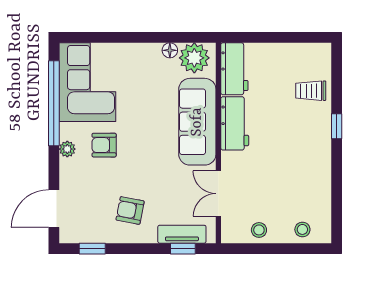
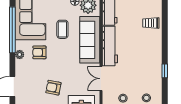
coffee table: (147, 102) -> (62, 29), added
workbench: (235, 123) -> (110, 46), width x1.38
window: (337, 126) -> (165, 71), moved

